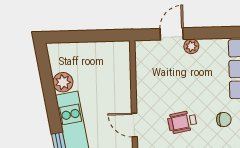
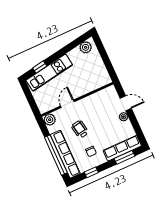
plant: (63, 82) -> (86, 47), moved

